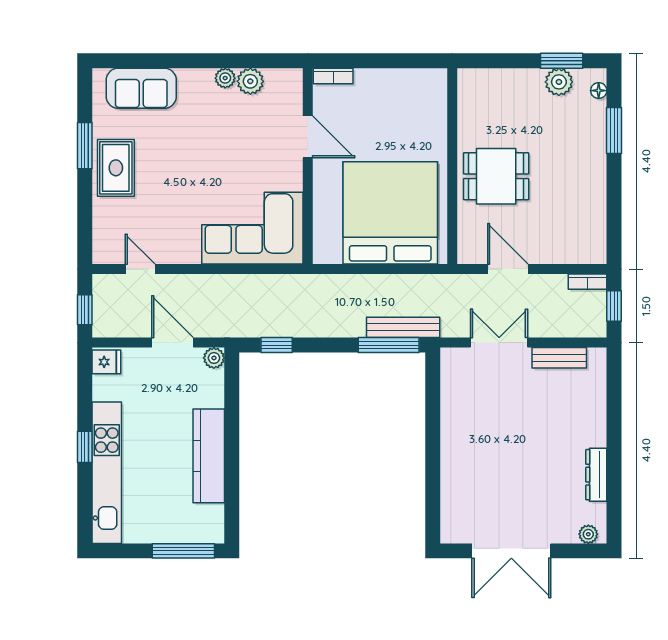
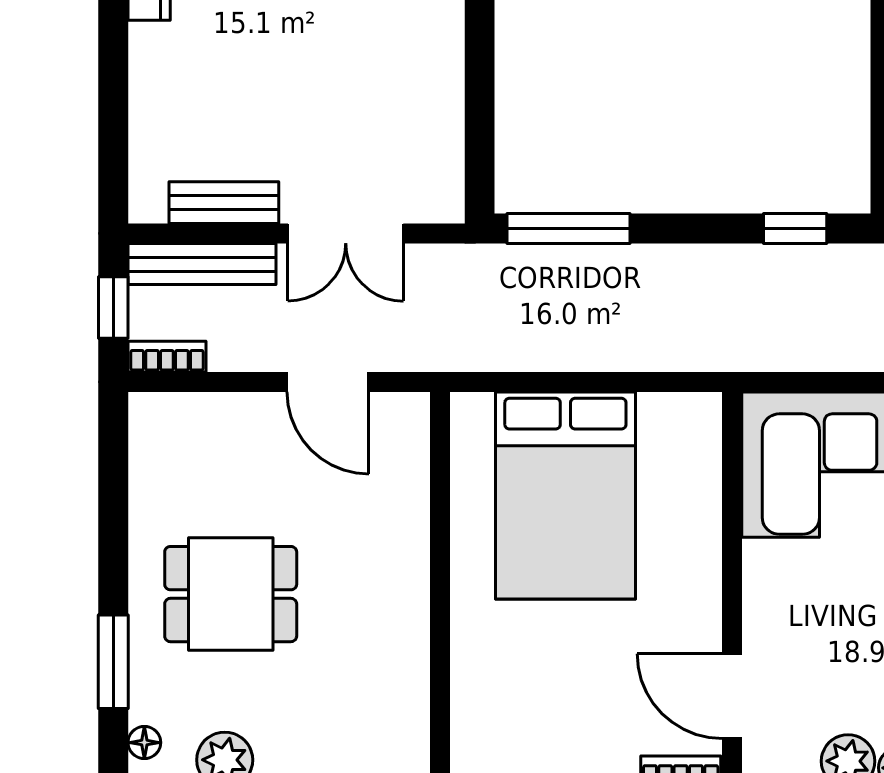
door: (308, 137) -> (732, 696), moved
dining table: (496, 176) -> (231, 594), moved
bed: (390, 213) -> (565, 495), width x0.73
bench: (403, 327) -> (202, 264), moved

